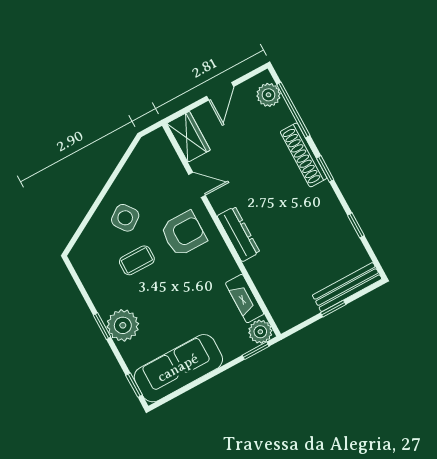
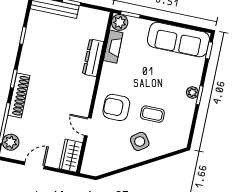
dresser: (239, 234) -> (93, 58), moved
plant: (123, 325) -> (192, 93), width x0.53, depth x0.53

